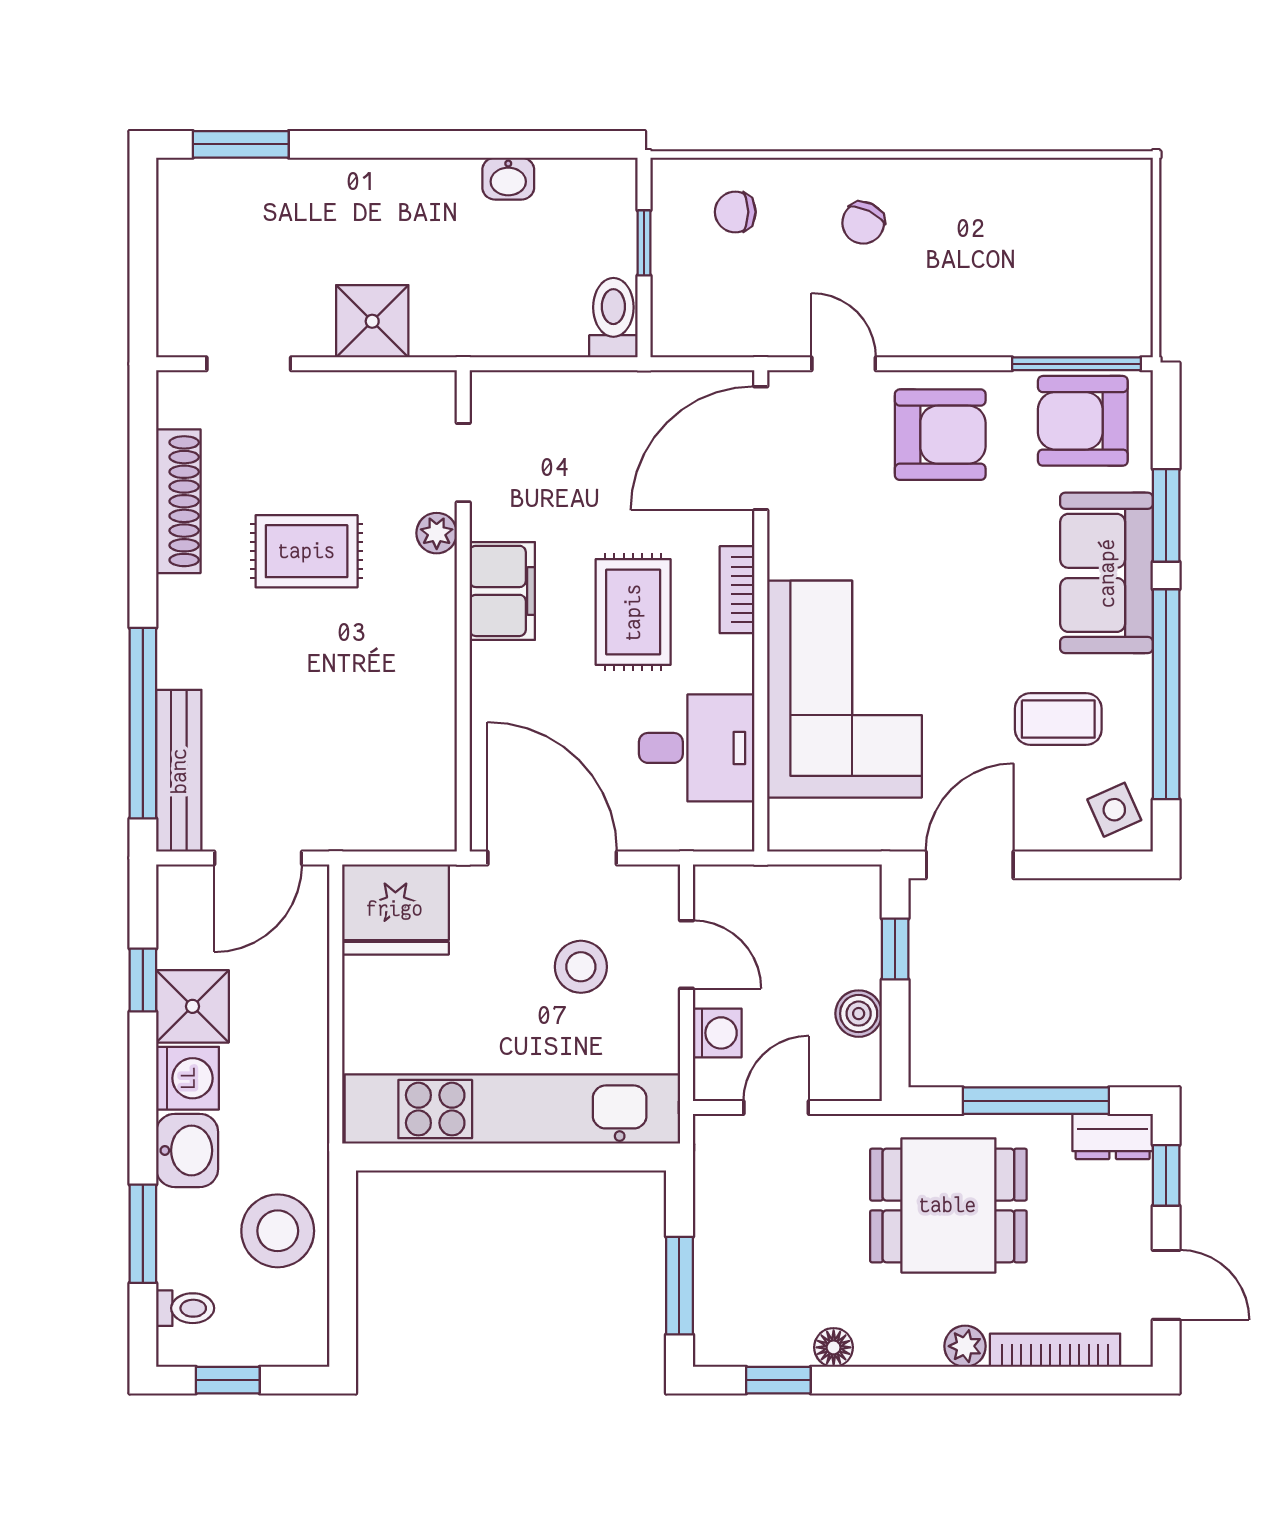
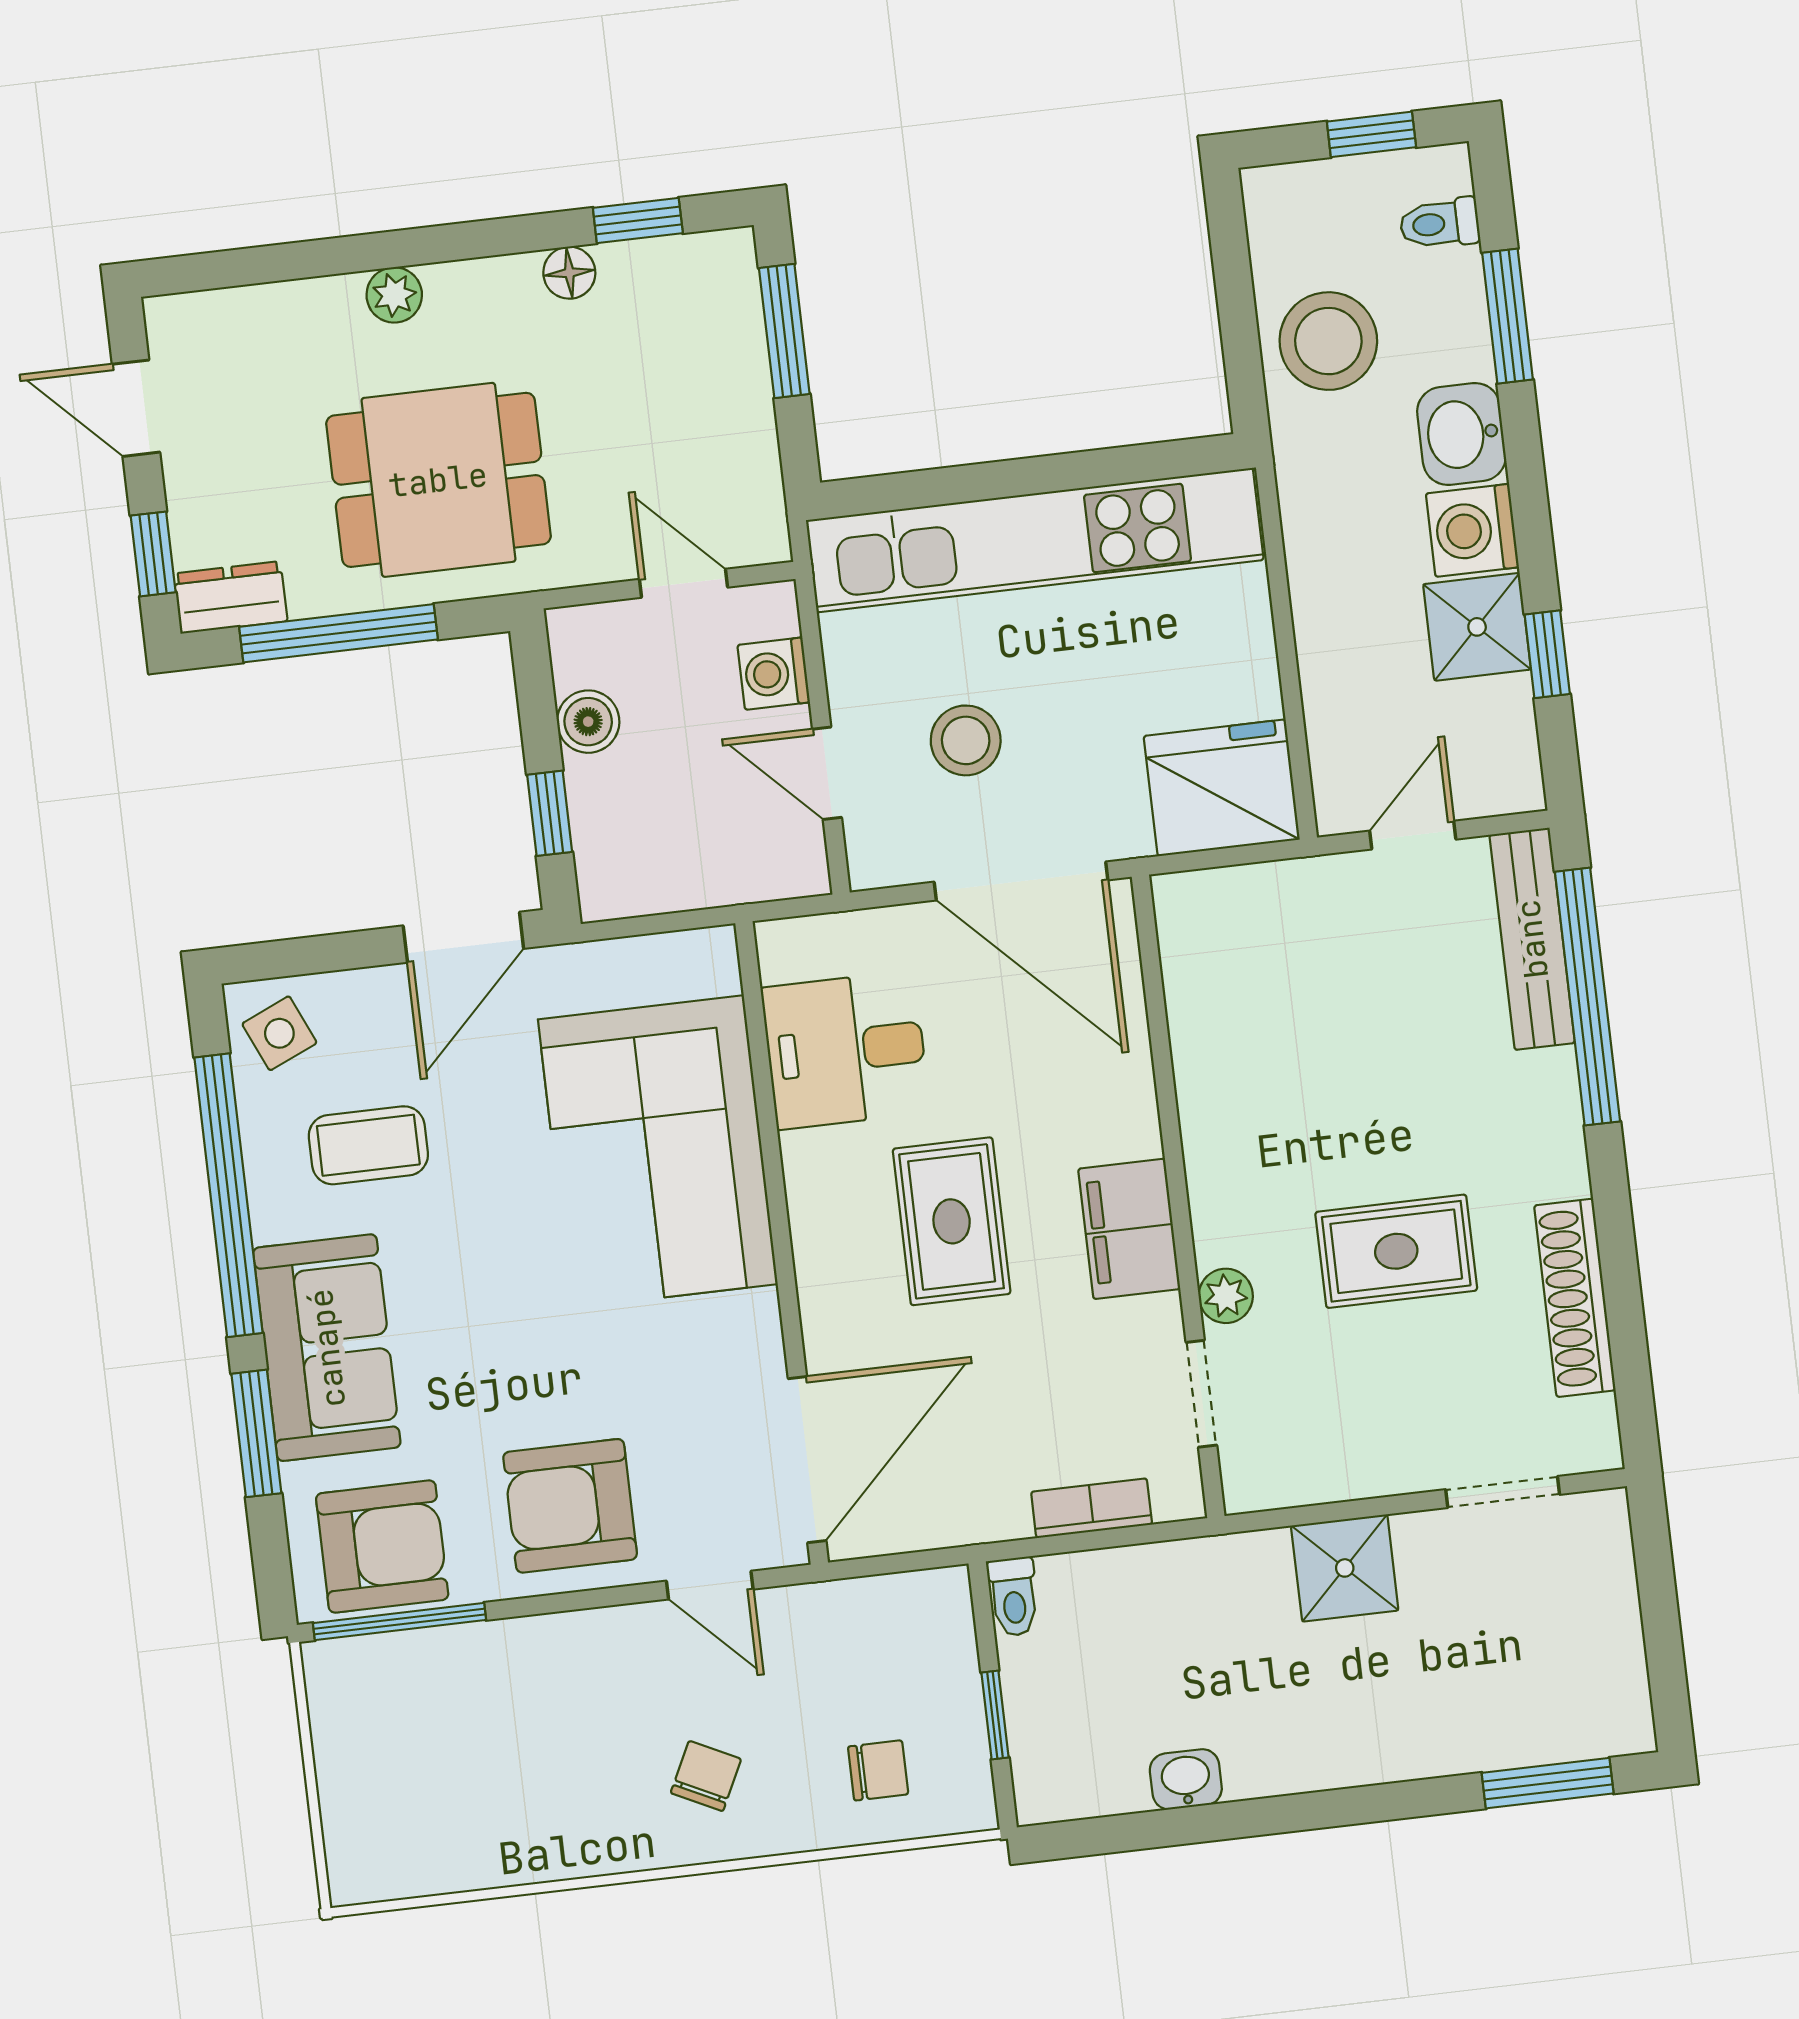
toilet: (613, 318) -> (1013, 1597), width x0.73, depth x0.72
bookcase: (737, 590) -> (1092, 1508), moved, turned -90
door: (258, 858) -> (1413, 835), width x0.73
door: (776, 1108) -> (683, 583), swing flipped
bookcase: (1055, 1350) -> (274, 304), removed

